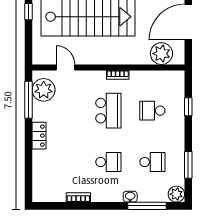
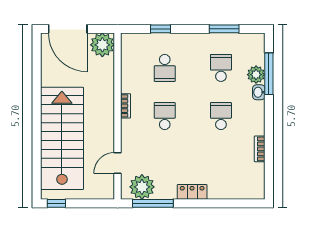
plant: (161, 54) -> (102, 45), moved
school desk: (108, 111) -> (165, 116), width x0.54
plant: (176, 194) -> (256, 75), moved

